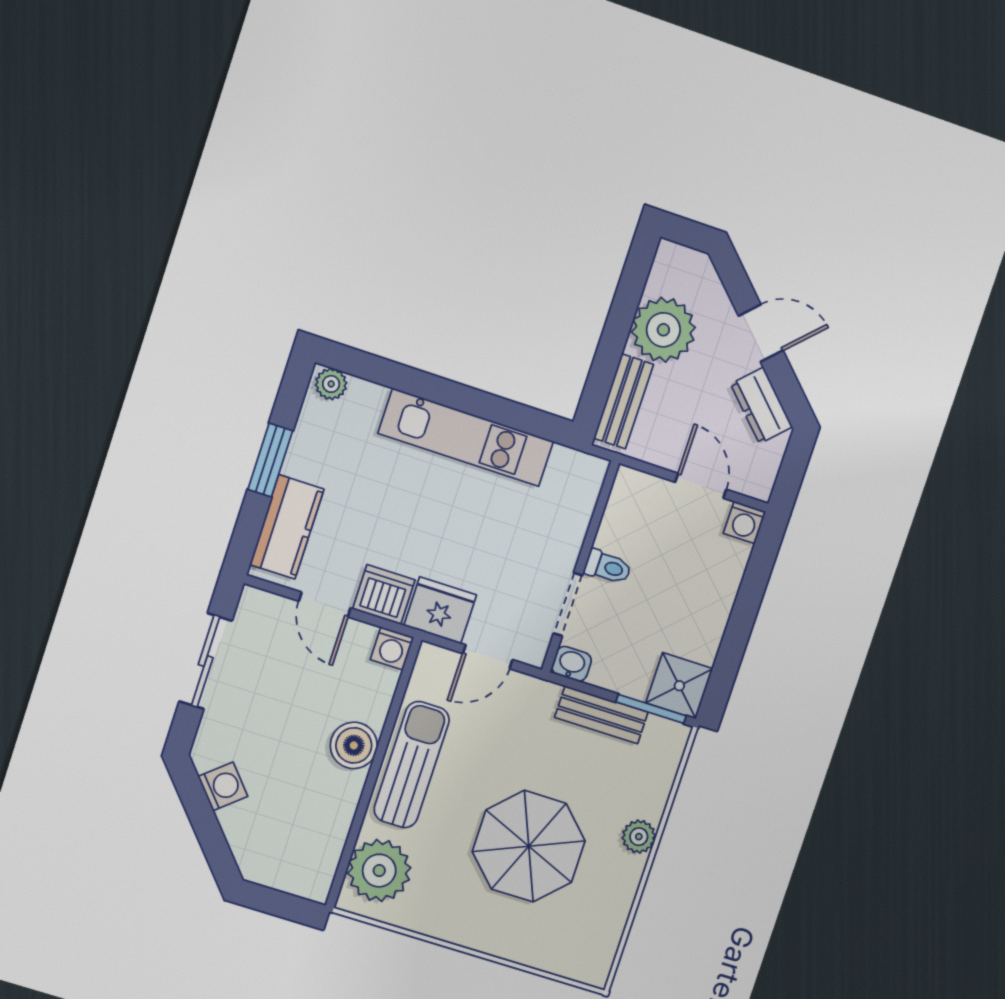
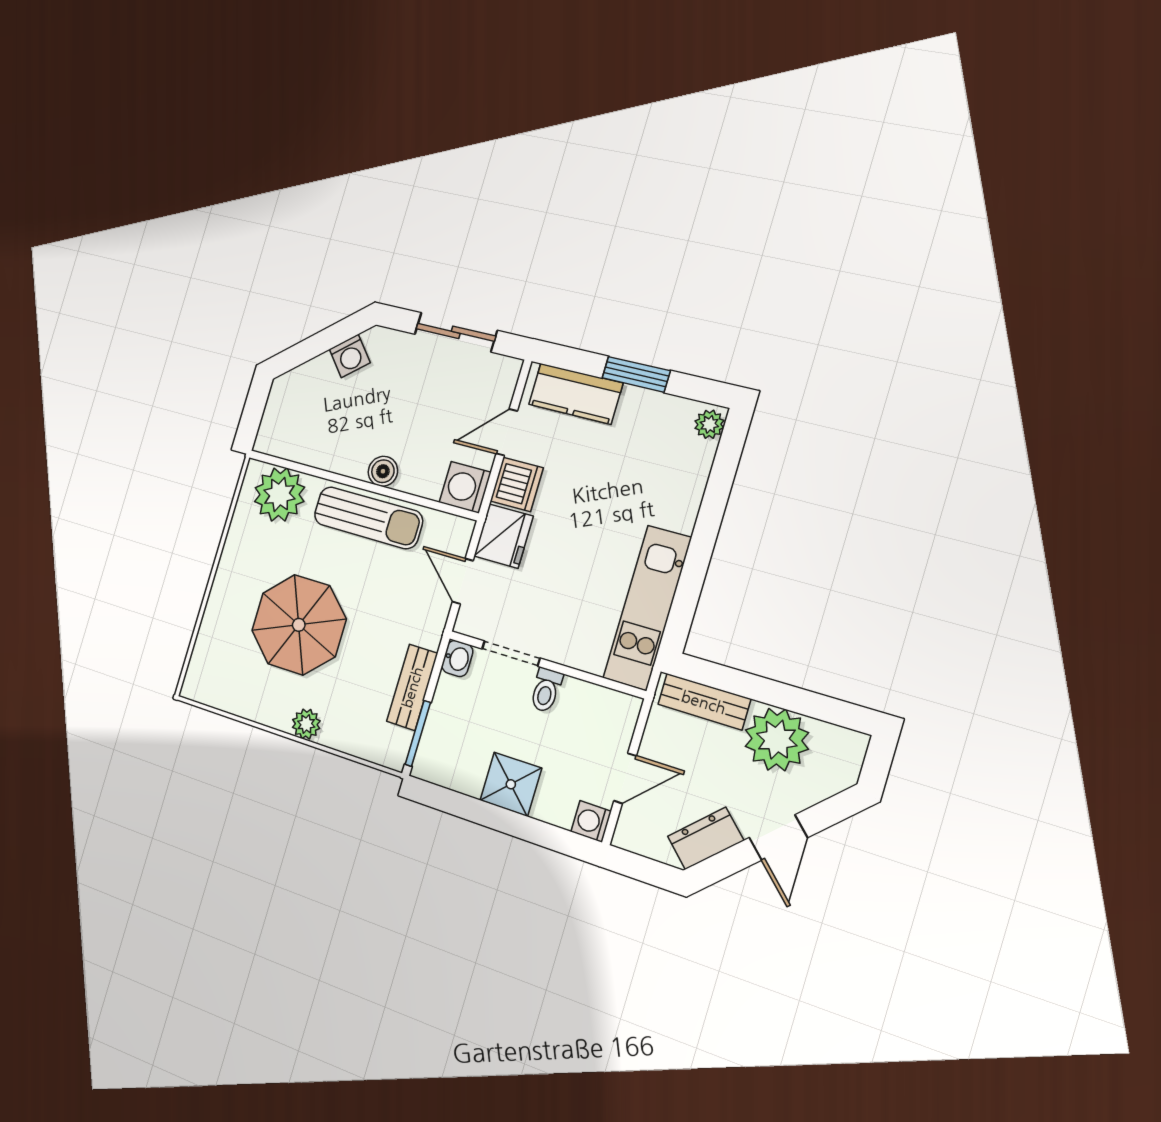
kitchen unit: (466, 437) -> (647, 608), moved
washing machine: (392, 648) -> (465, 487), width x1.38, depth x1.38
shower: (679, 686) -> (511, 784), moved
boiler: (354, 745) -> (383, 471), width x0.73, depth x0.73

